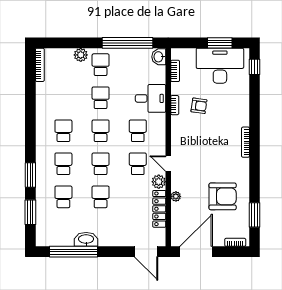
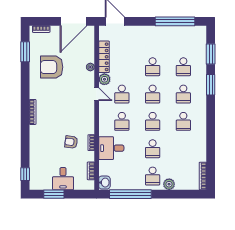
desk: (220, 66) -> (63, 179), width x0.53, depth x0.77
washbasin: (86, 239) -> (165, 31), removed

